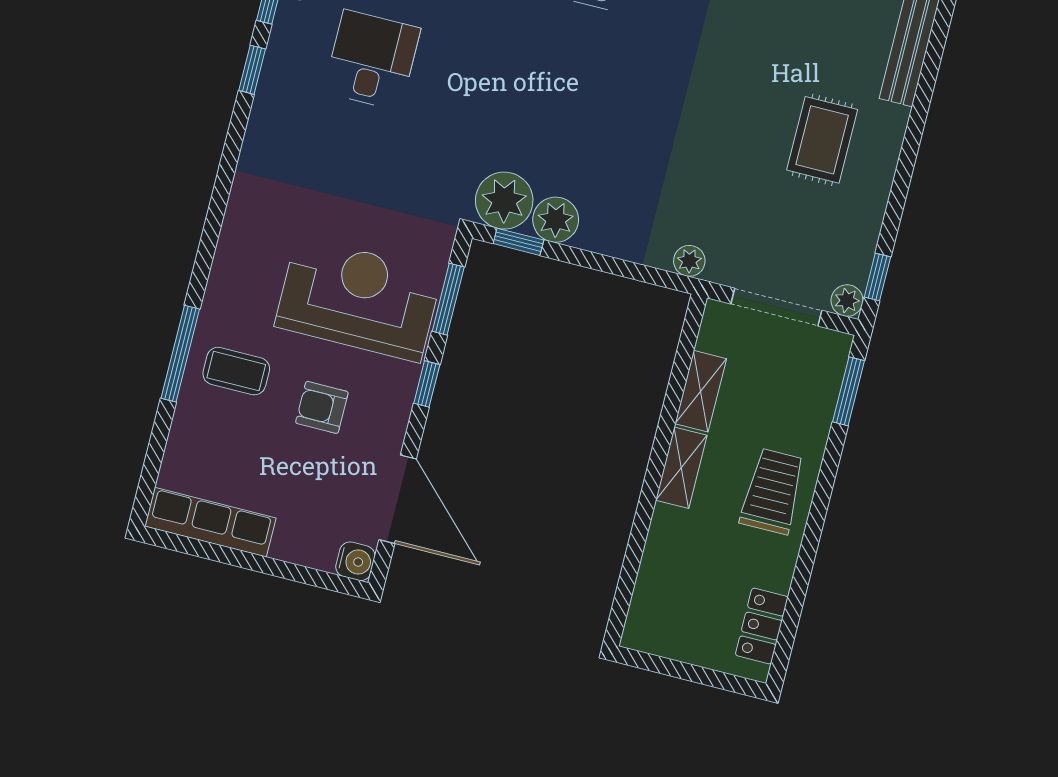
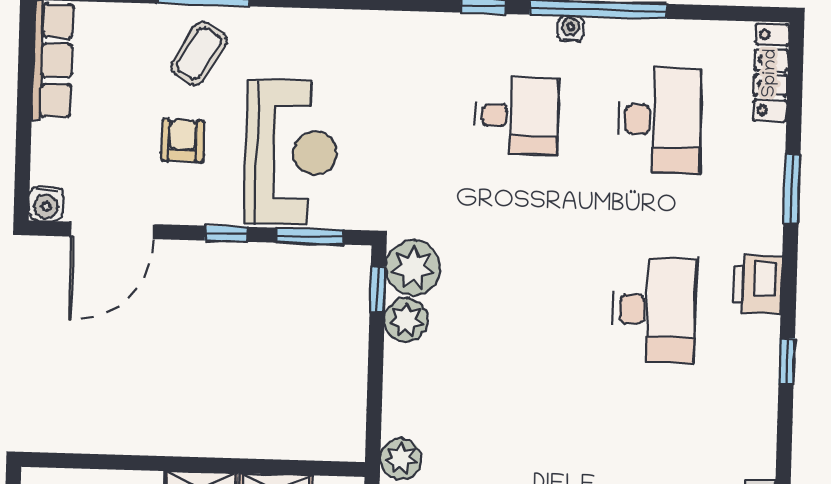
plant: (689, 261) -> (401, 459), width x1.38, depth x1.38
coffee table: (236, 371) -> (199, 53), turned 31

